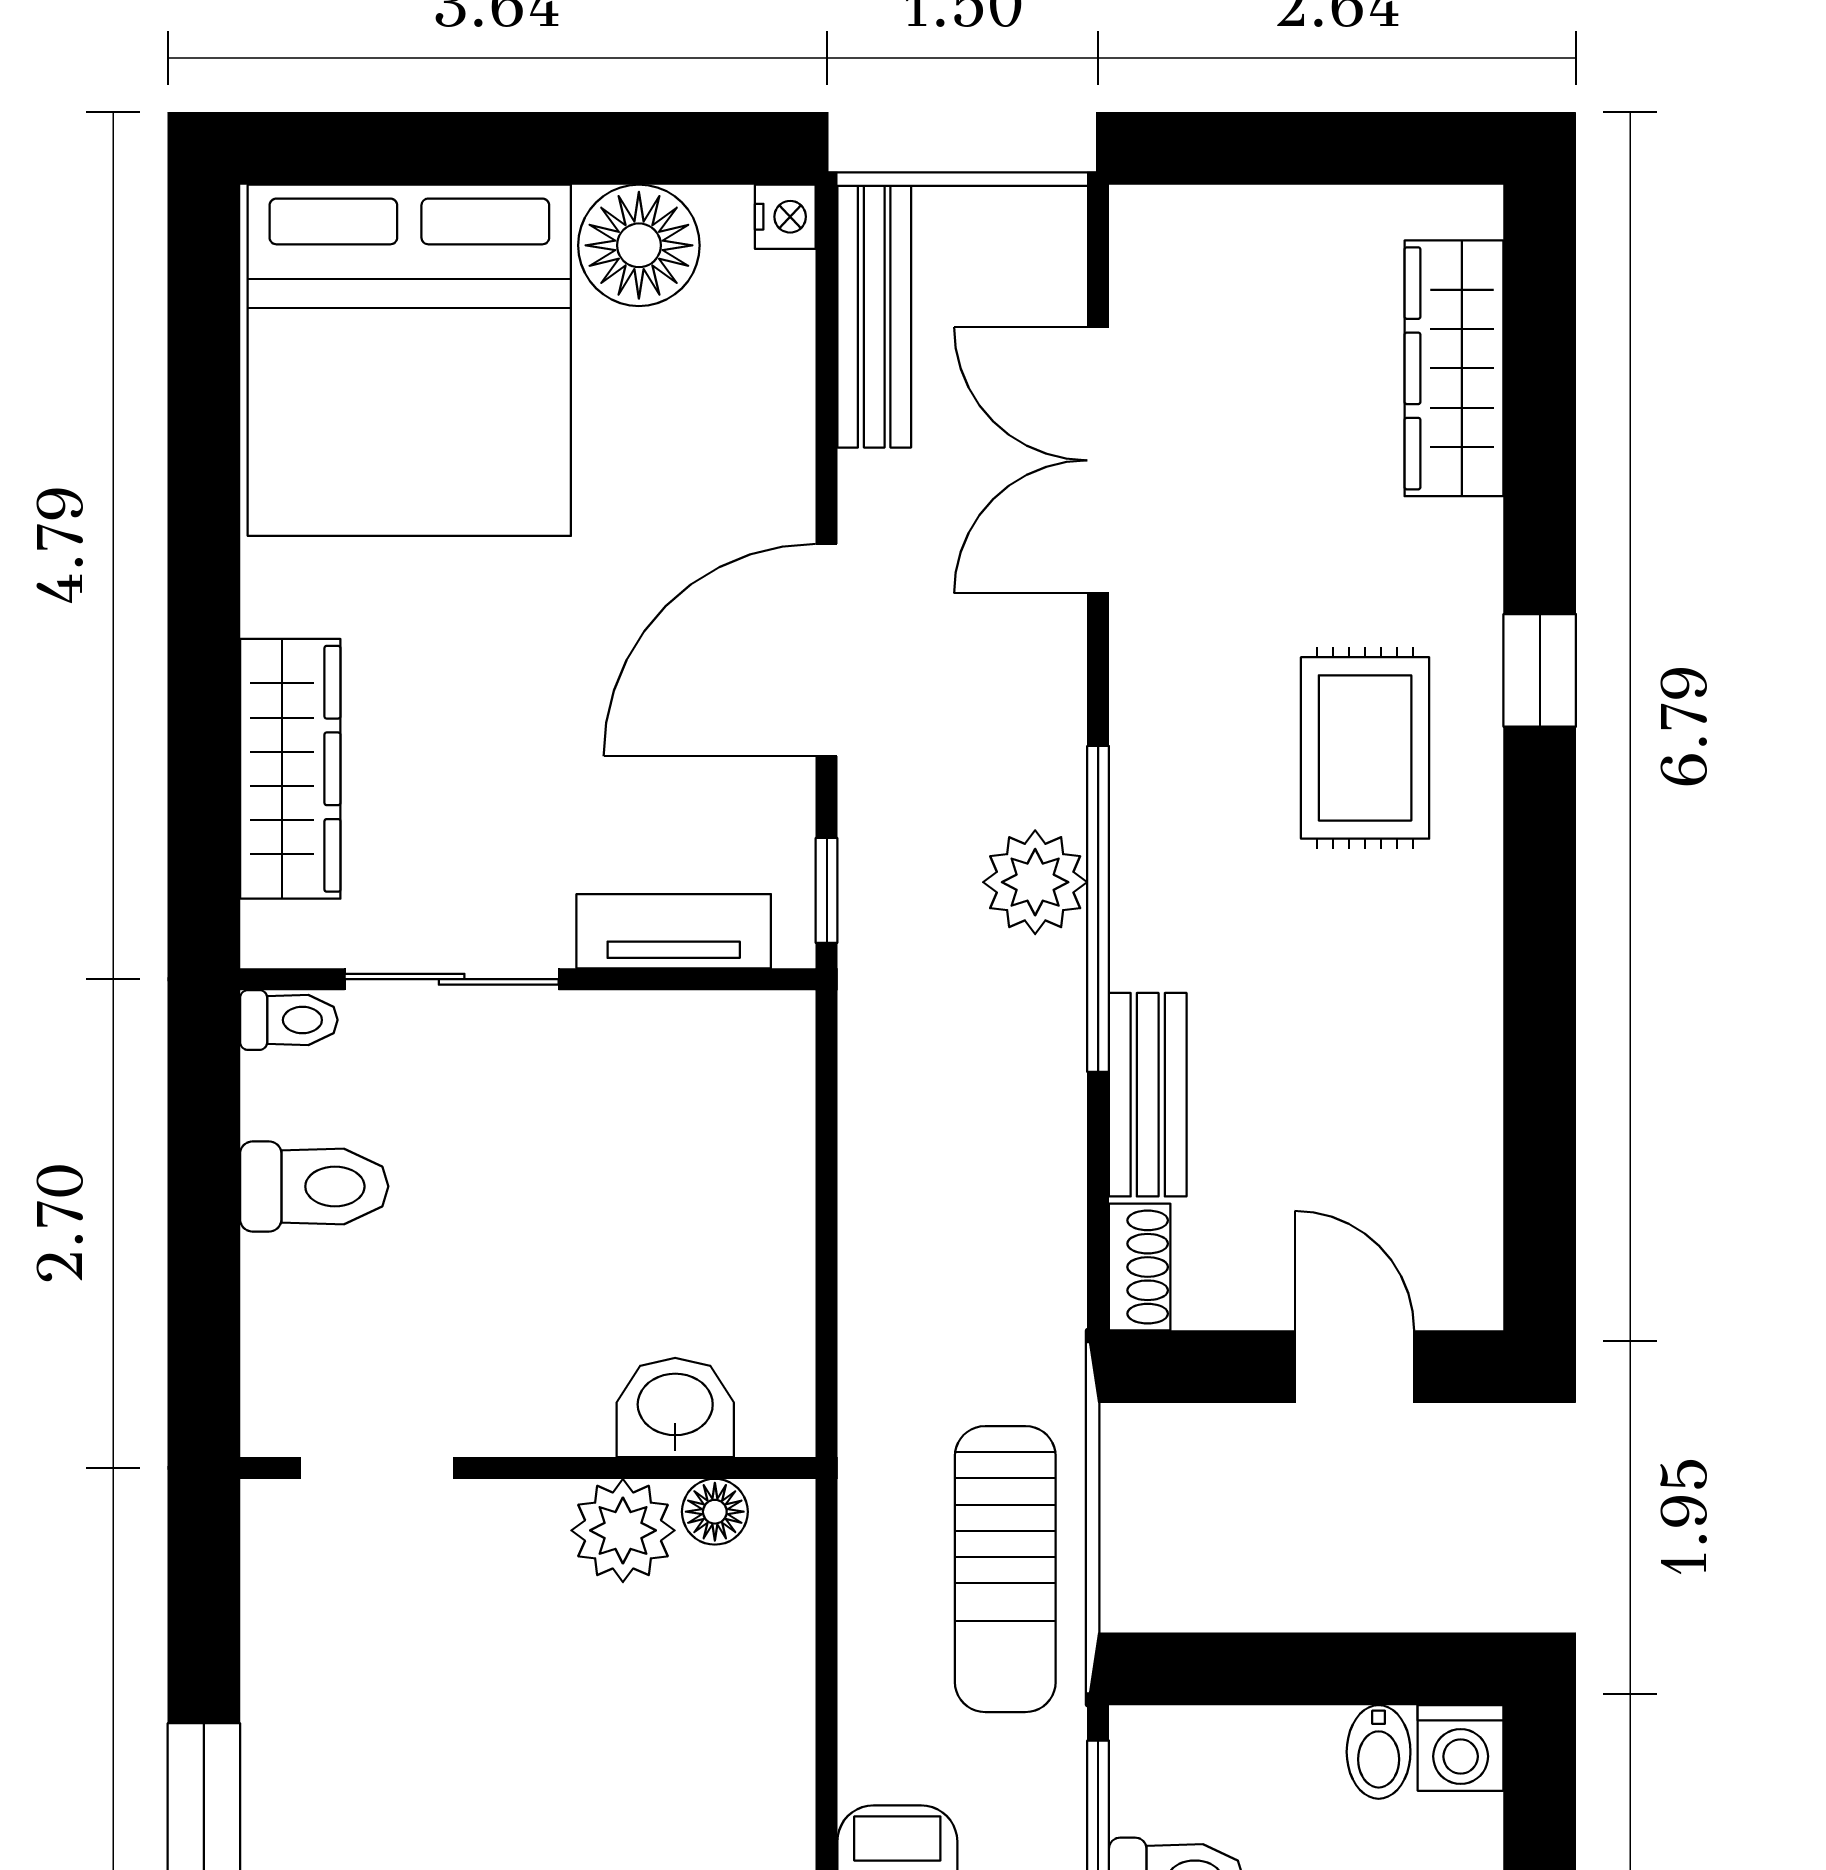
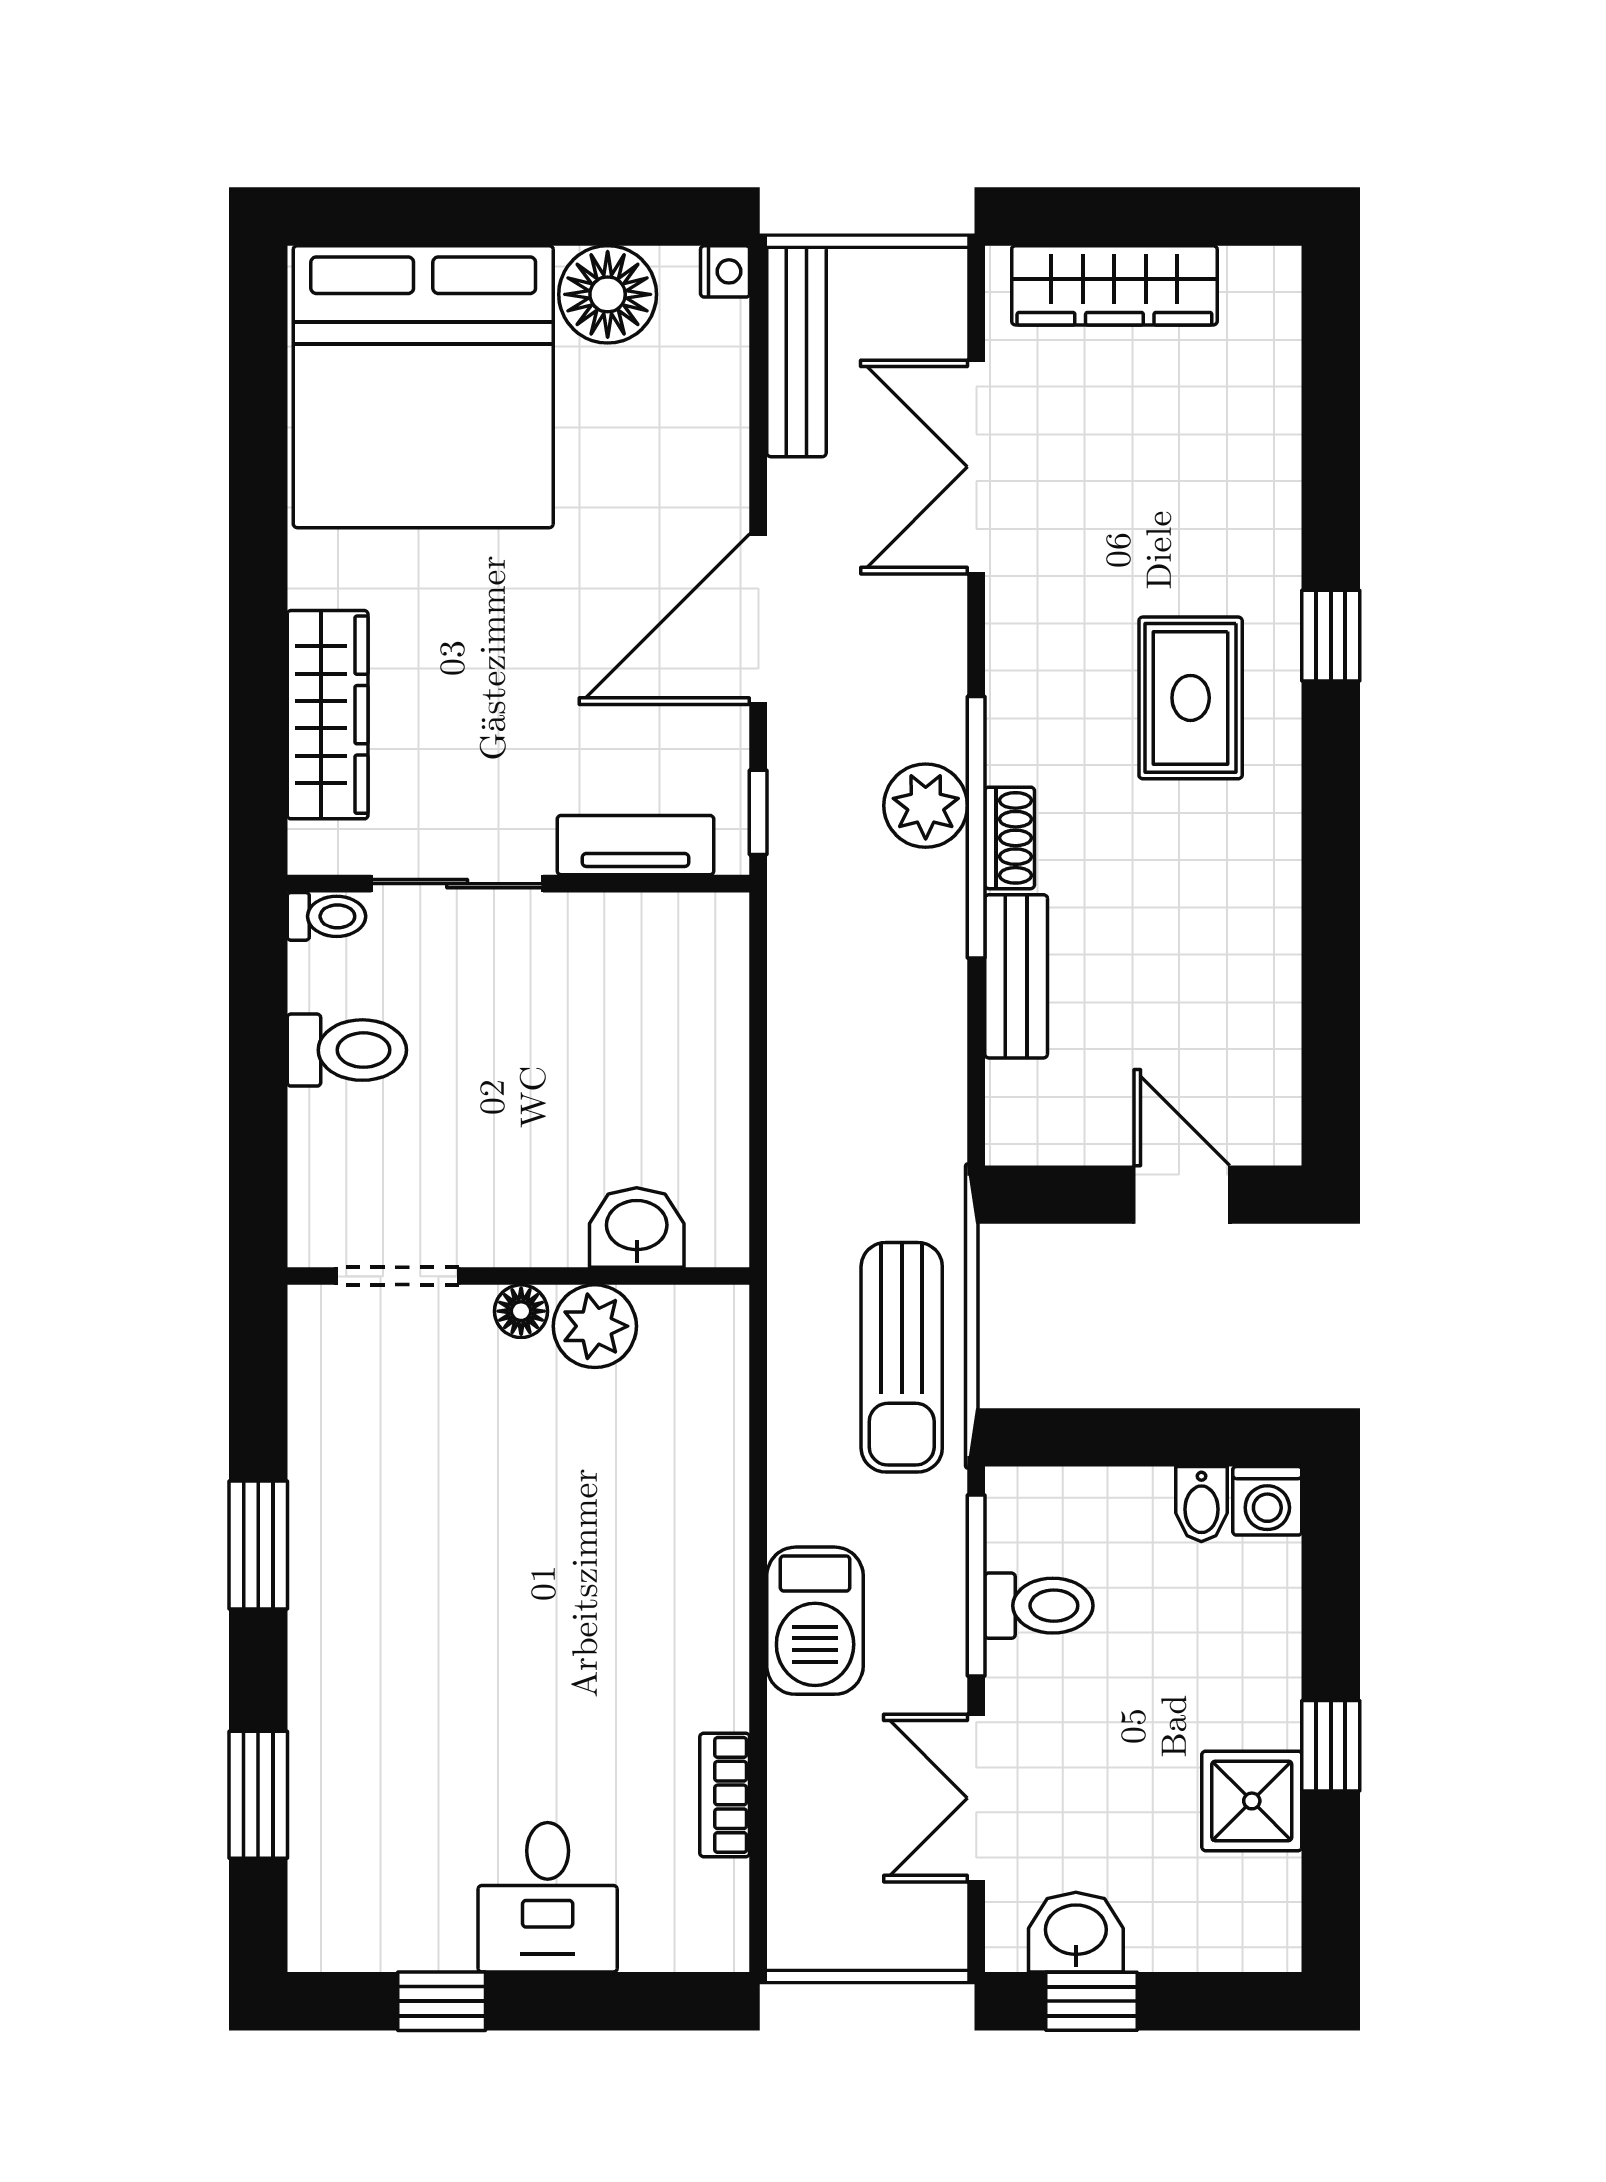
wardrobe: (1454, 368) -> (1114, 285), moved, turned -90
shoe rack: (1140, 1267) -> (1010, 838), moved
floor lamp: (715, 1512) -> (521, 1311), moved

